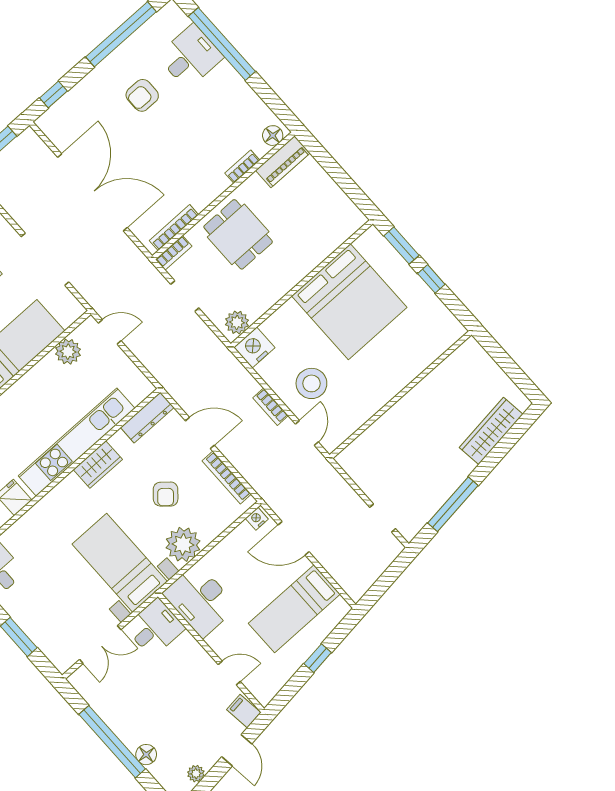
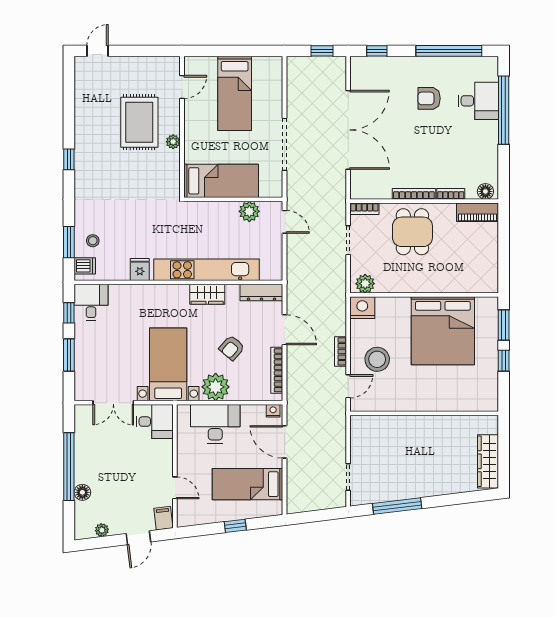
bookcase: (174, 228) -> (414, 194), moved
wardrobe: (491, 431) -> (488, 461), moved, turned -83
desk: (200, 600) -> (215, 424), moved, turned 90

